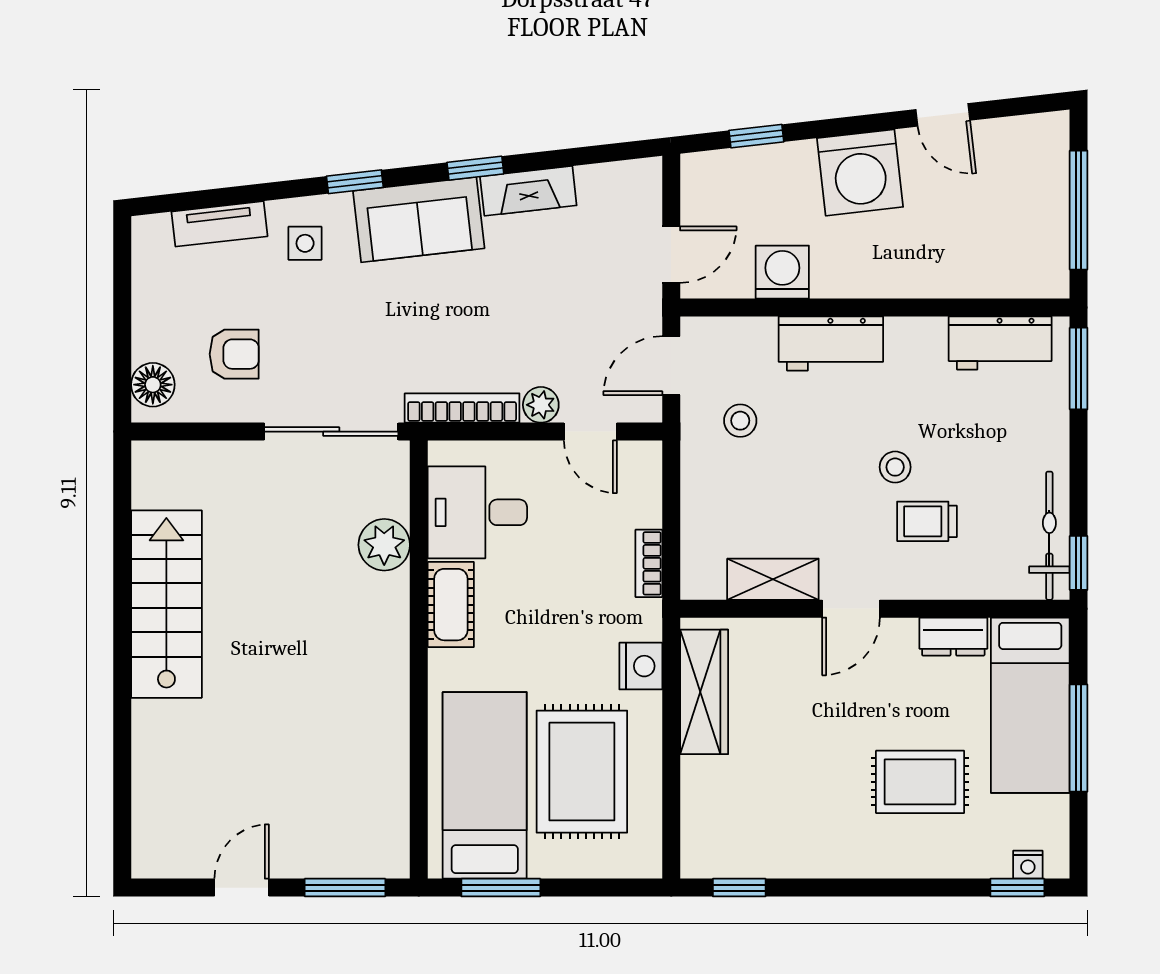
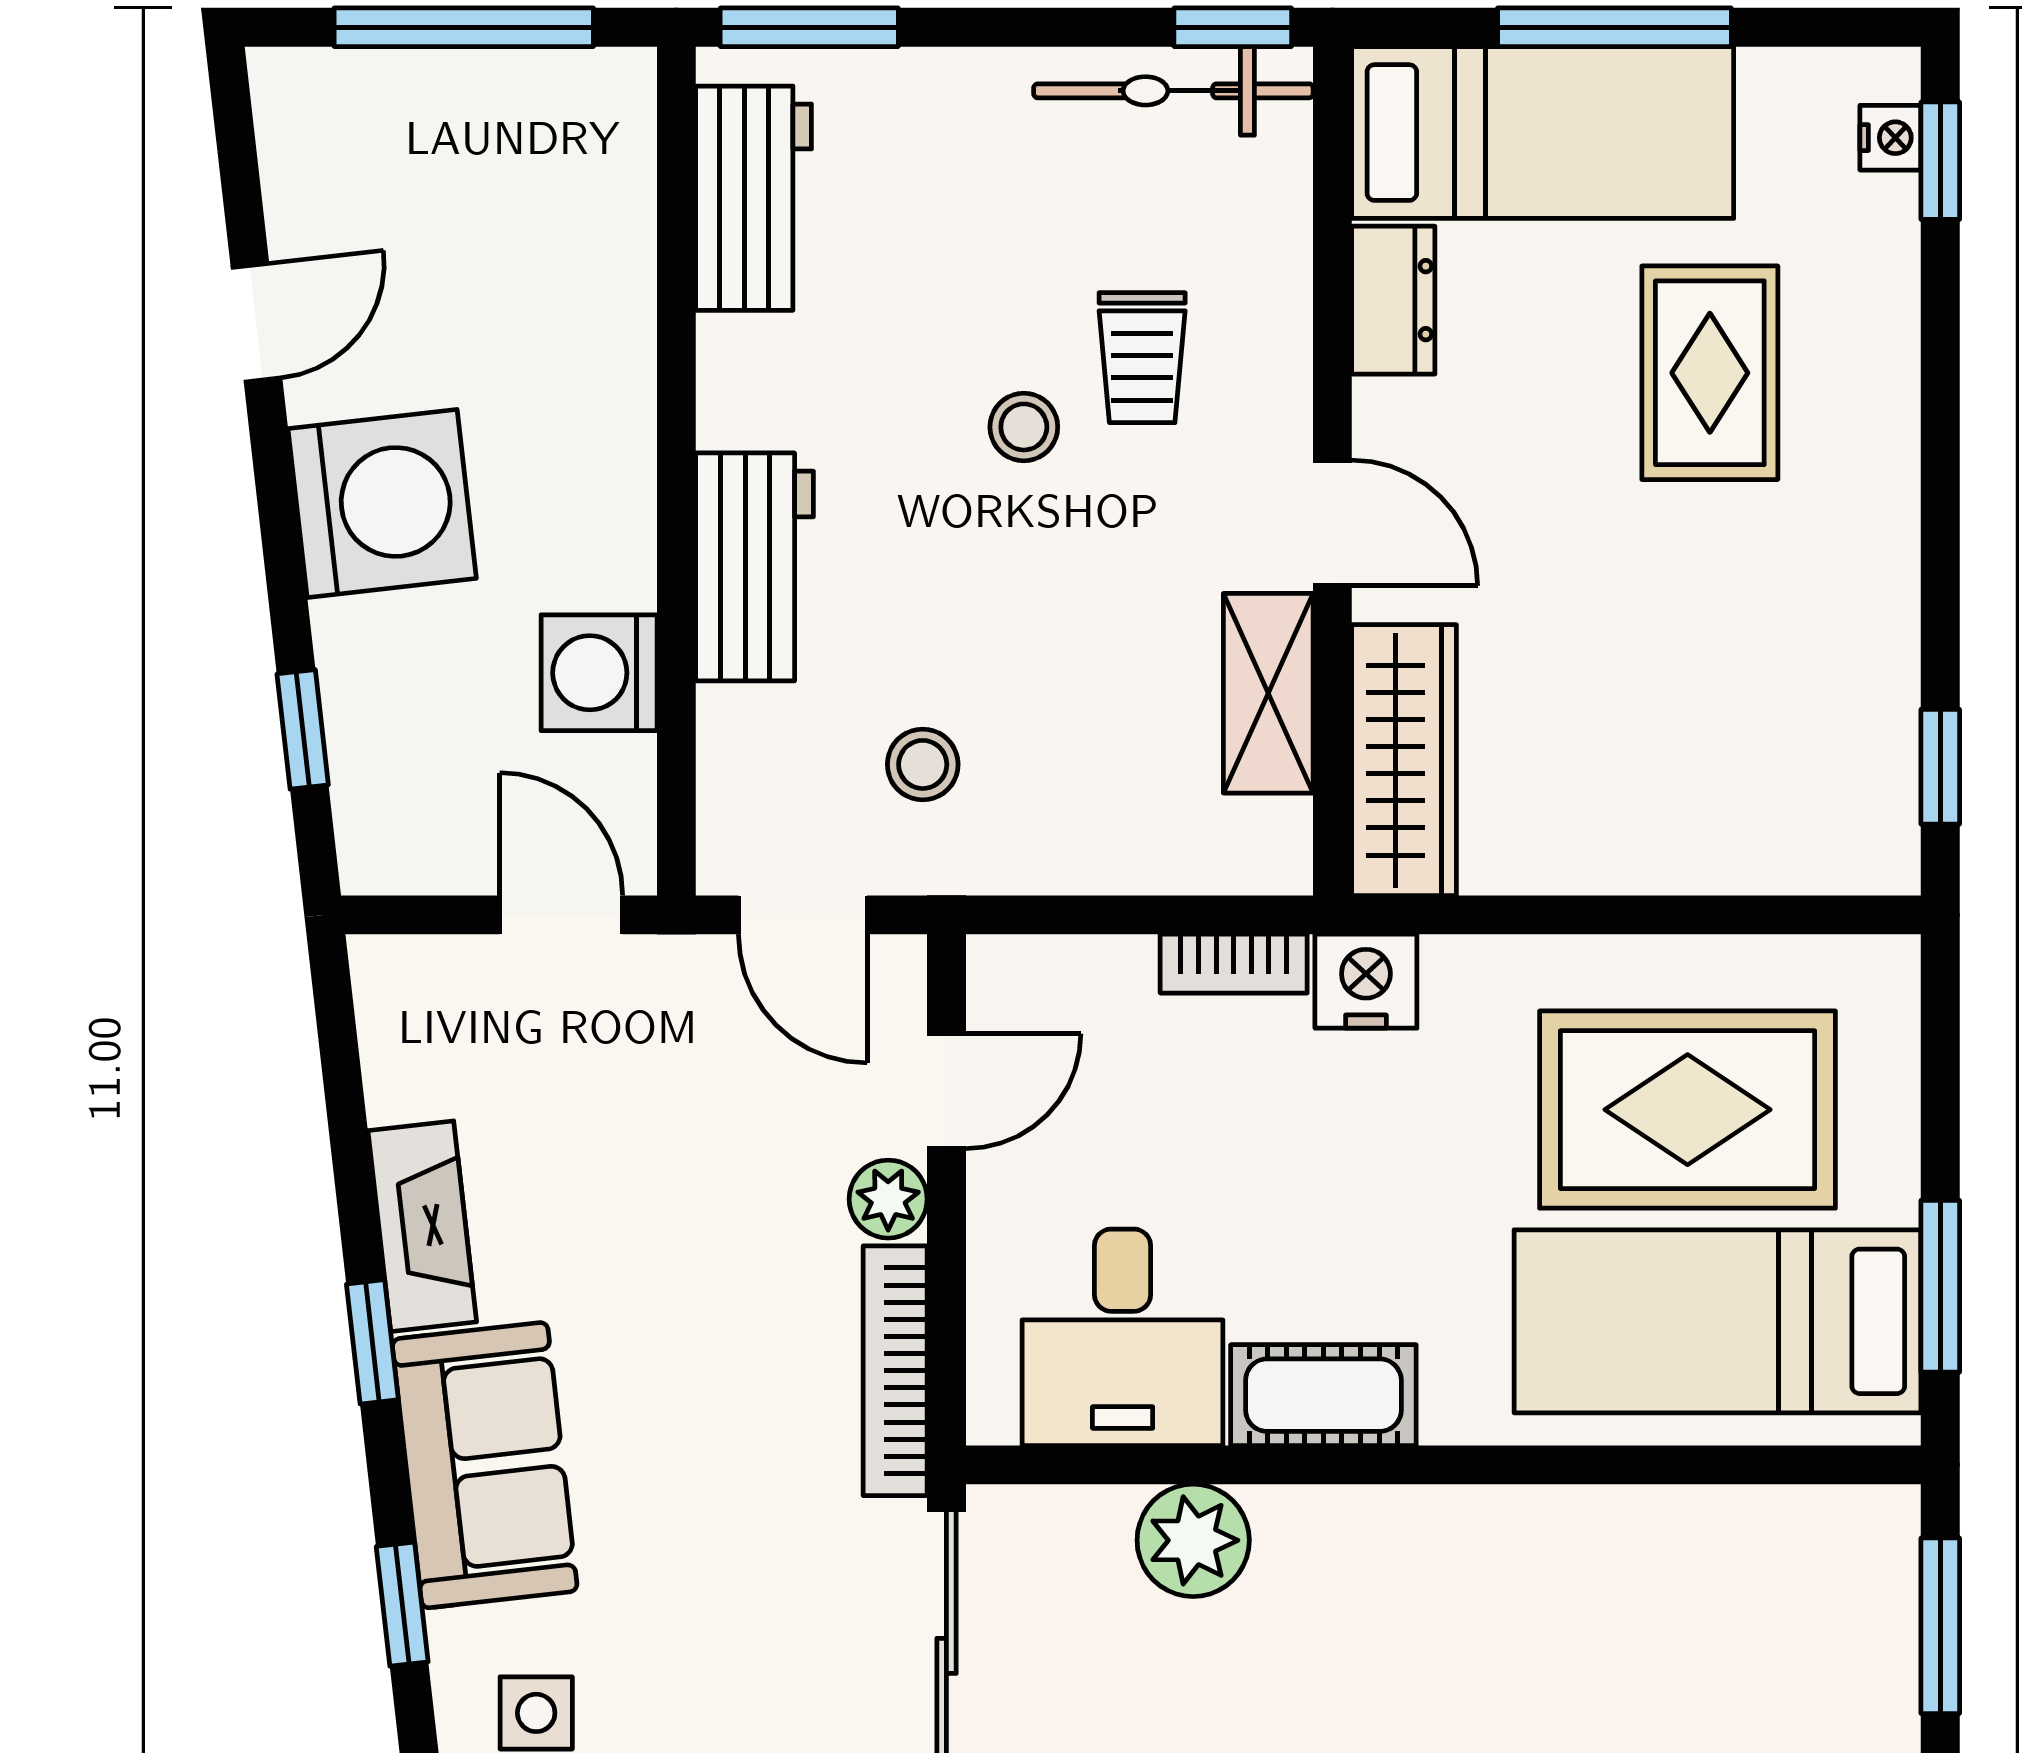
nightstand: (641, 666) -> (1366, 981), moved
wardrobe: (704, 692) -> (1404, 760), moved, turned 90

